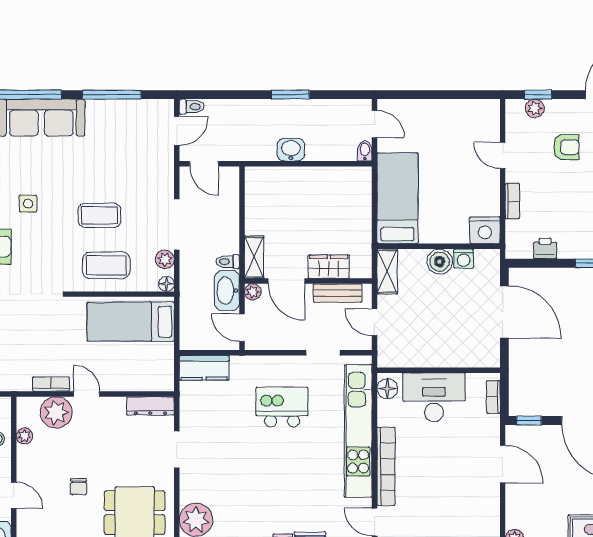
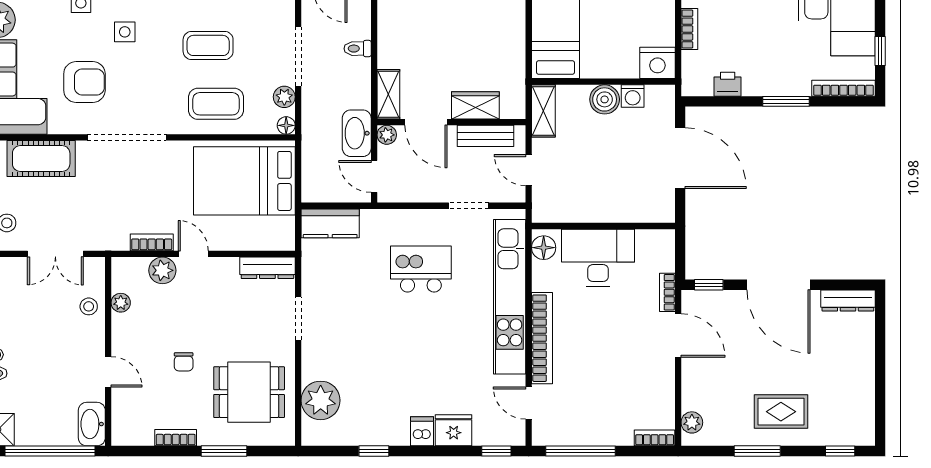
toilet: (228, 262) -> (358, 49), moved
bed: (131, 322) -> (244, 181), width x1.50
bookcase: (493, 397) -> (667, 292), moved
plant: (56, 412) -> (162, 270), width x0.73, depth x0.73

